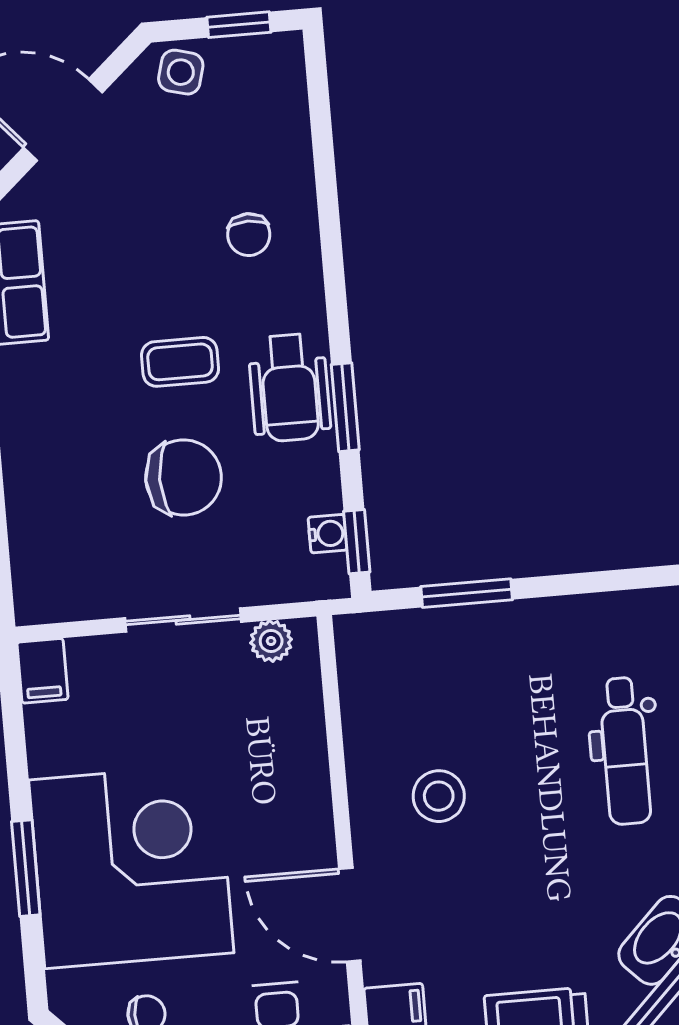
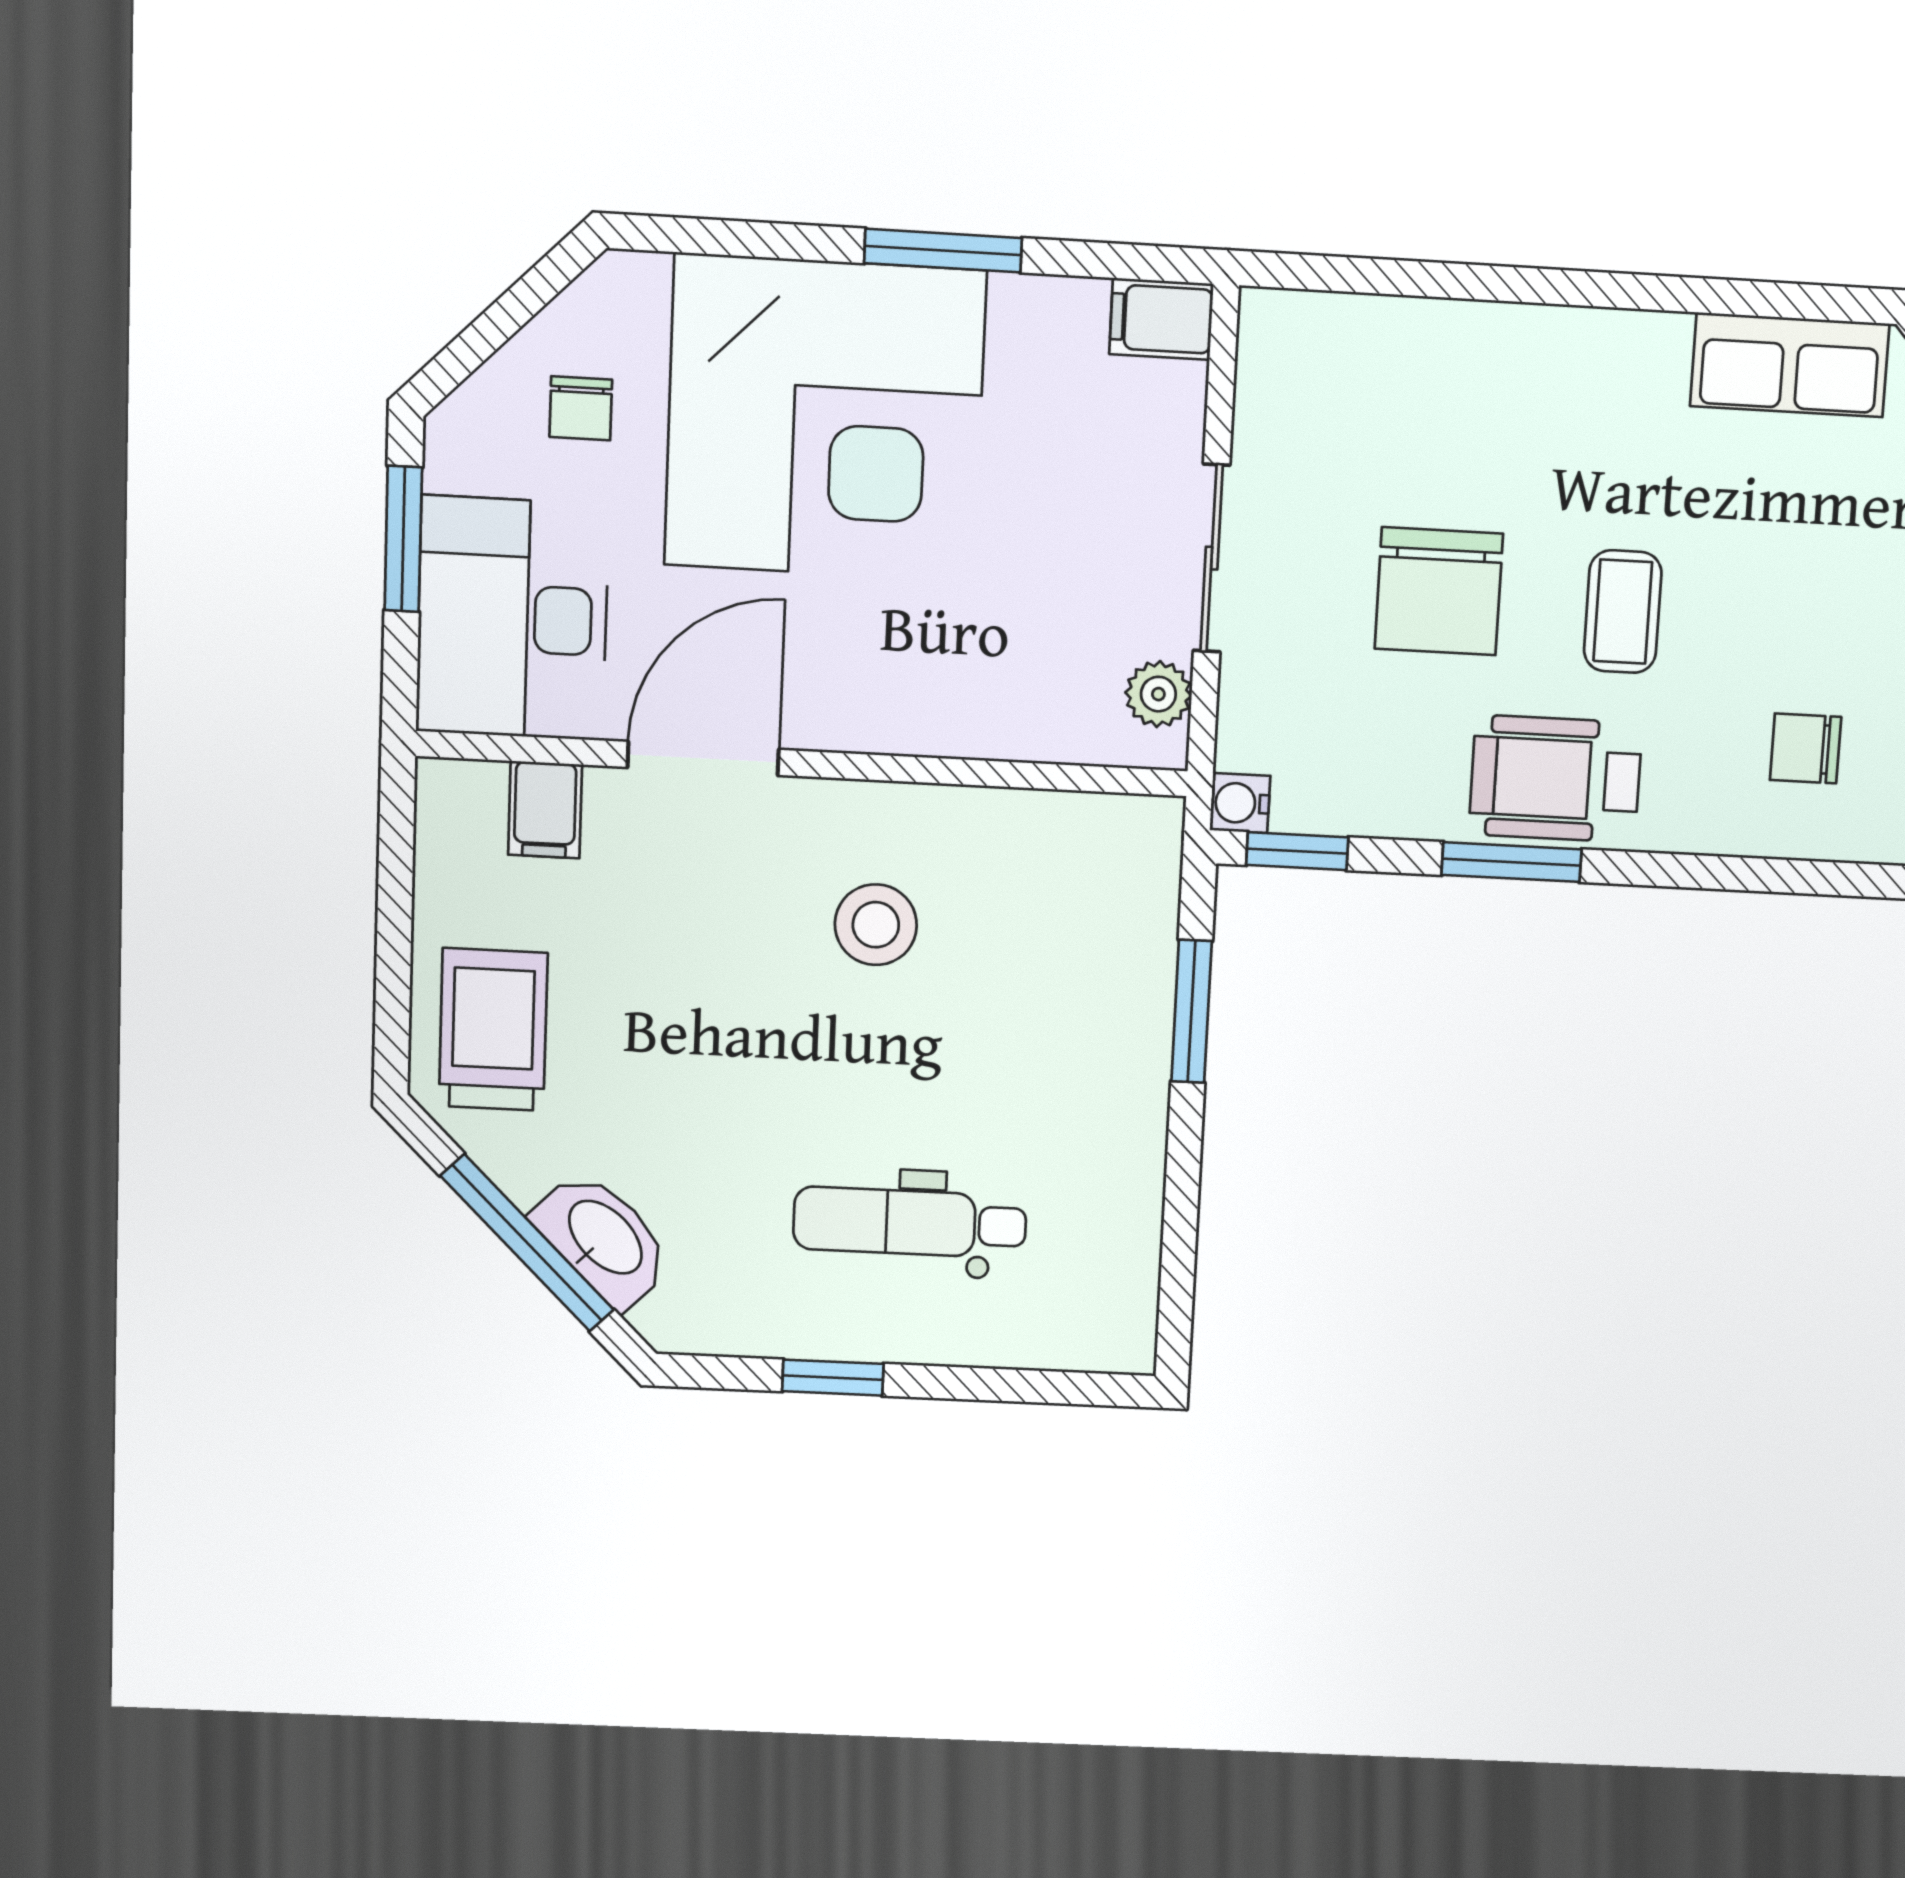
water cooler: (328, 534) -> (1240, 803), moved, turned 90
window: (26, 868) -> (943, 251), moved

